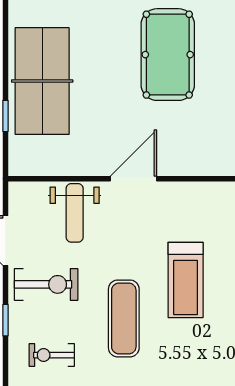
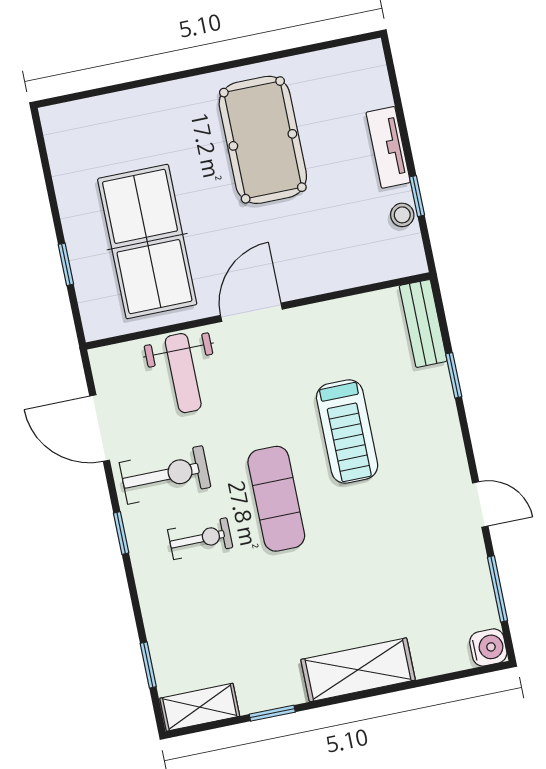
table tennis table: (42, 81) -> (147, 242), moved
exercise bike: (52, 355) -> (200, 539), moved, turned 180

